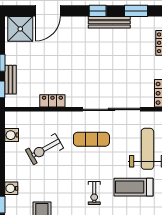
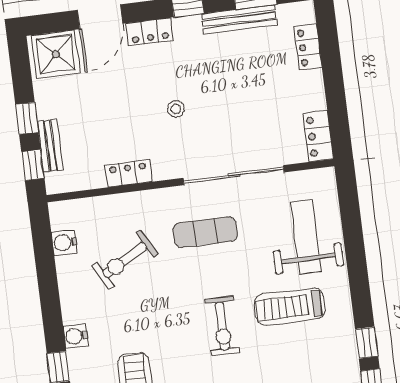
bench: (109, 22) -> (239, 19), moved
locker: (75, 23) -> (150, 32), added
stool: (84, 68) -> (176, 109), added
exercise bike: (94, 193) -> (222, 326), width x1.38, depth x1.39

